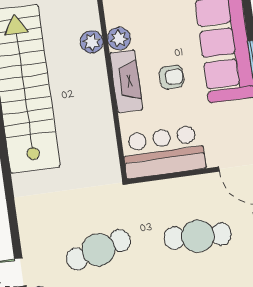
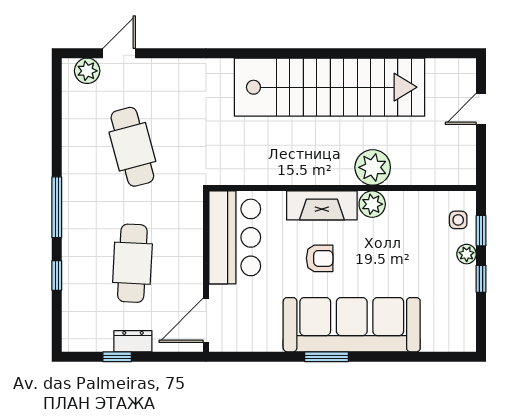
plant: (92, 42) -> (373, 167), width x1.36, depth x1.36
armchair: (171, 77) -> (320, 258), turned -90

